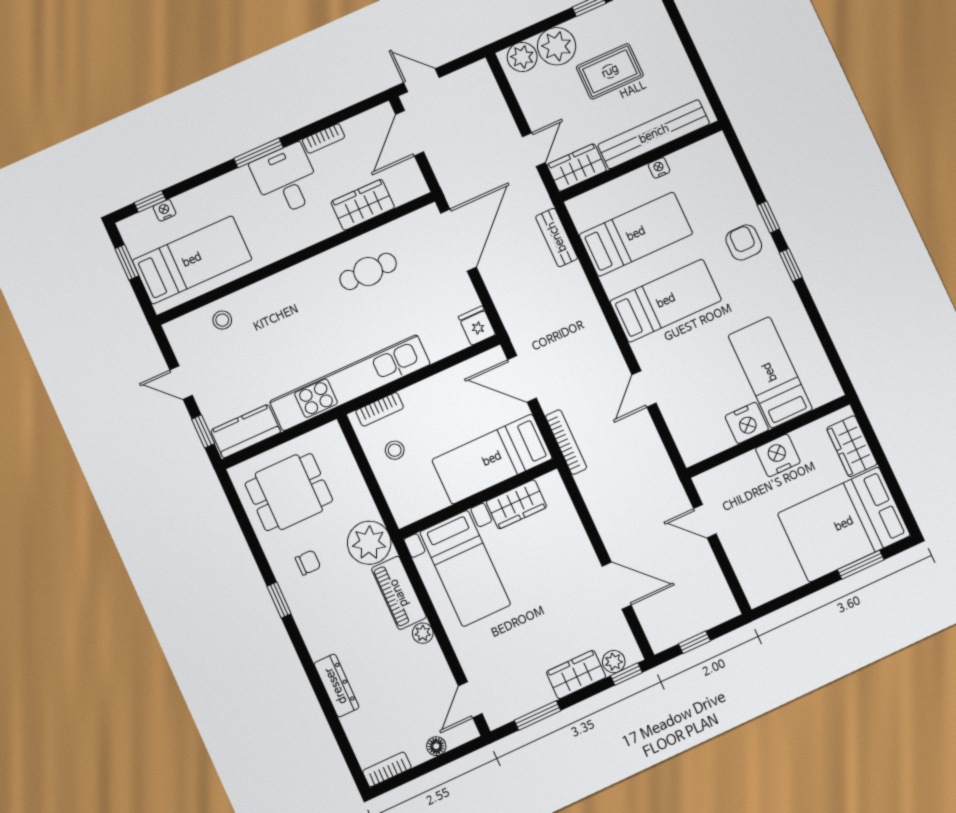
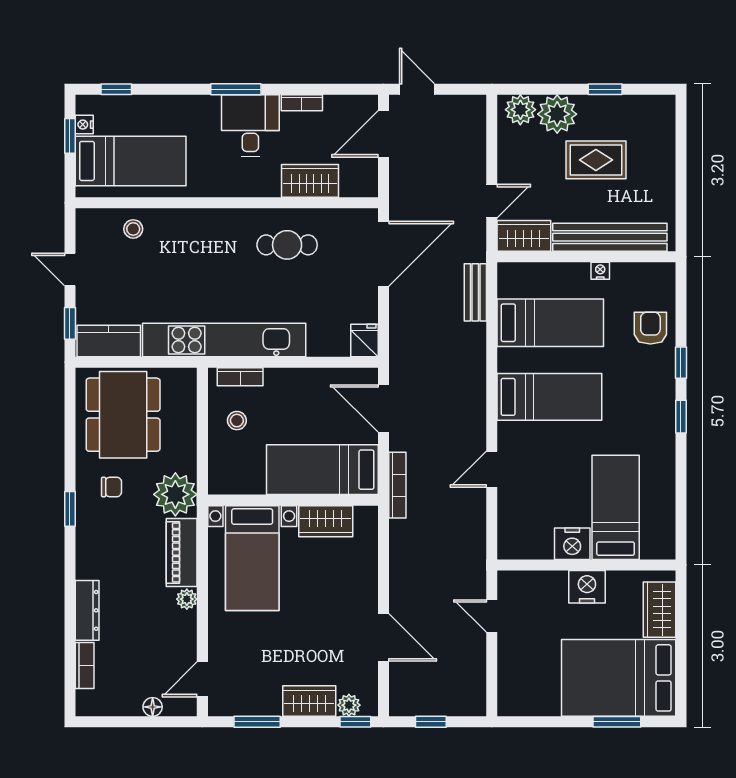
nightstand: (165, 210) -> (84, 125), moved, turned -90
armchair: (744, 242) -> (650, 328), moved
dining table: (289, 492) -> (123, 415), width x1.38
bookcase: (387, 769) -> (85, 666), moved, turned 90

